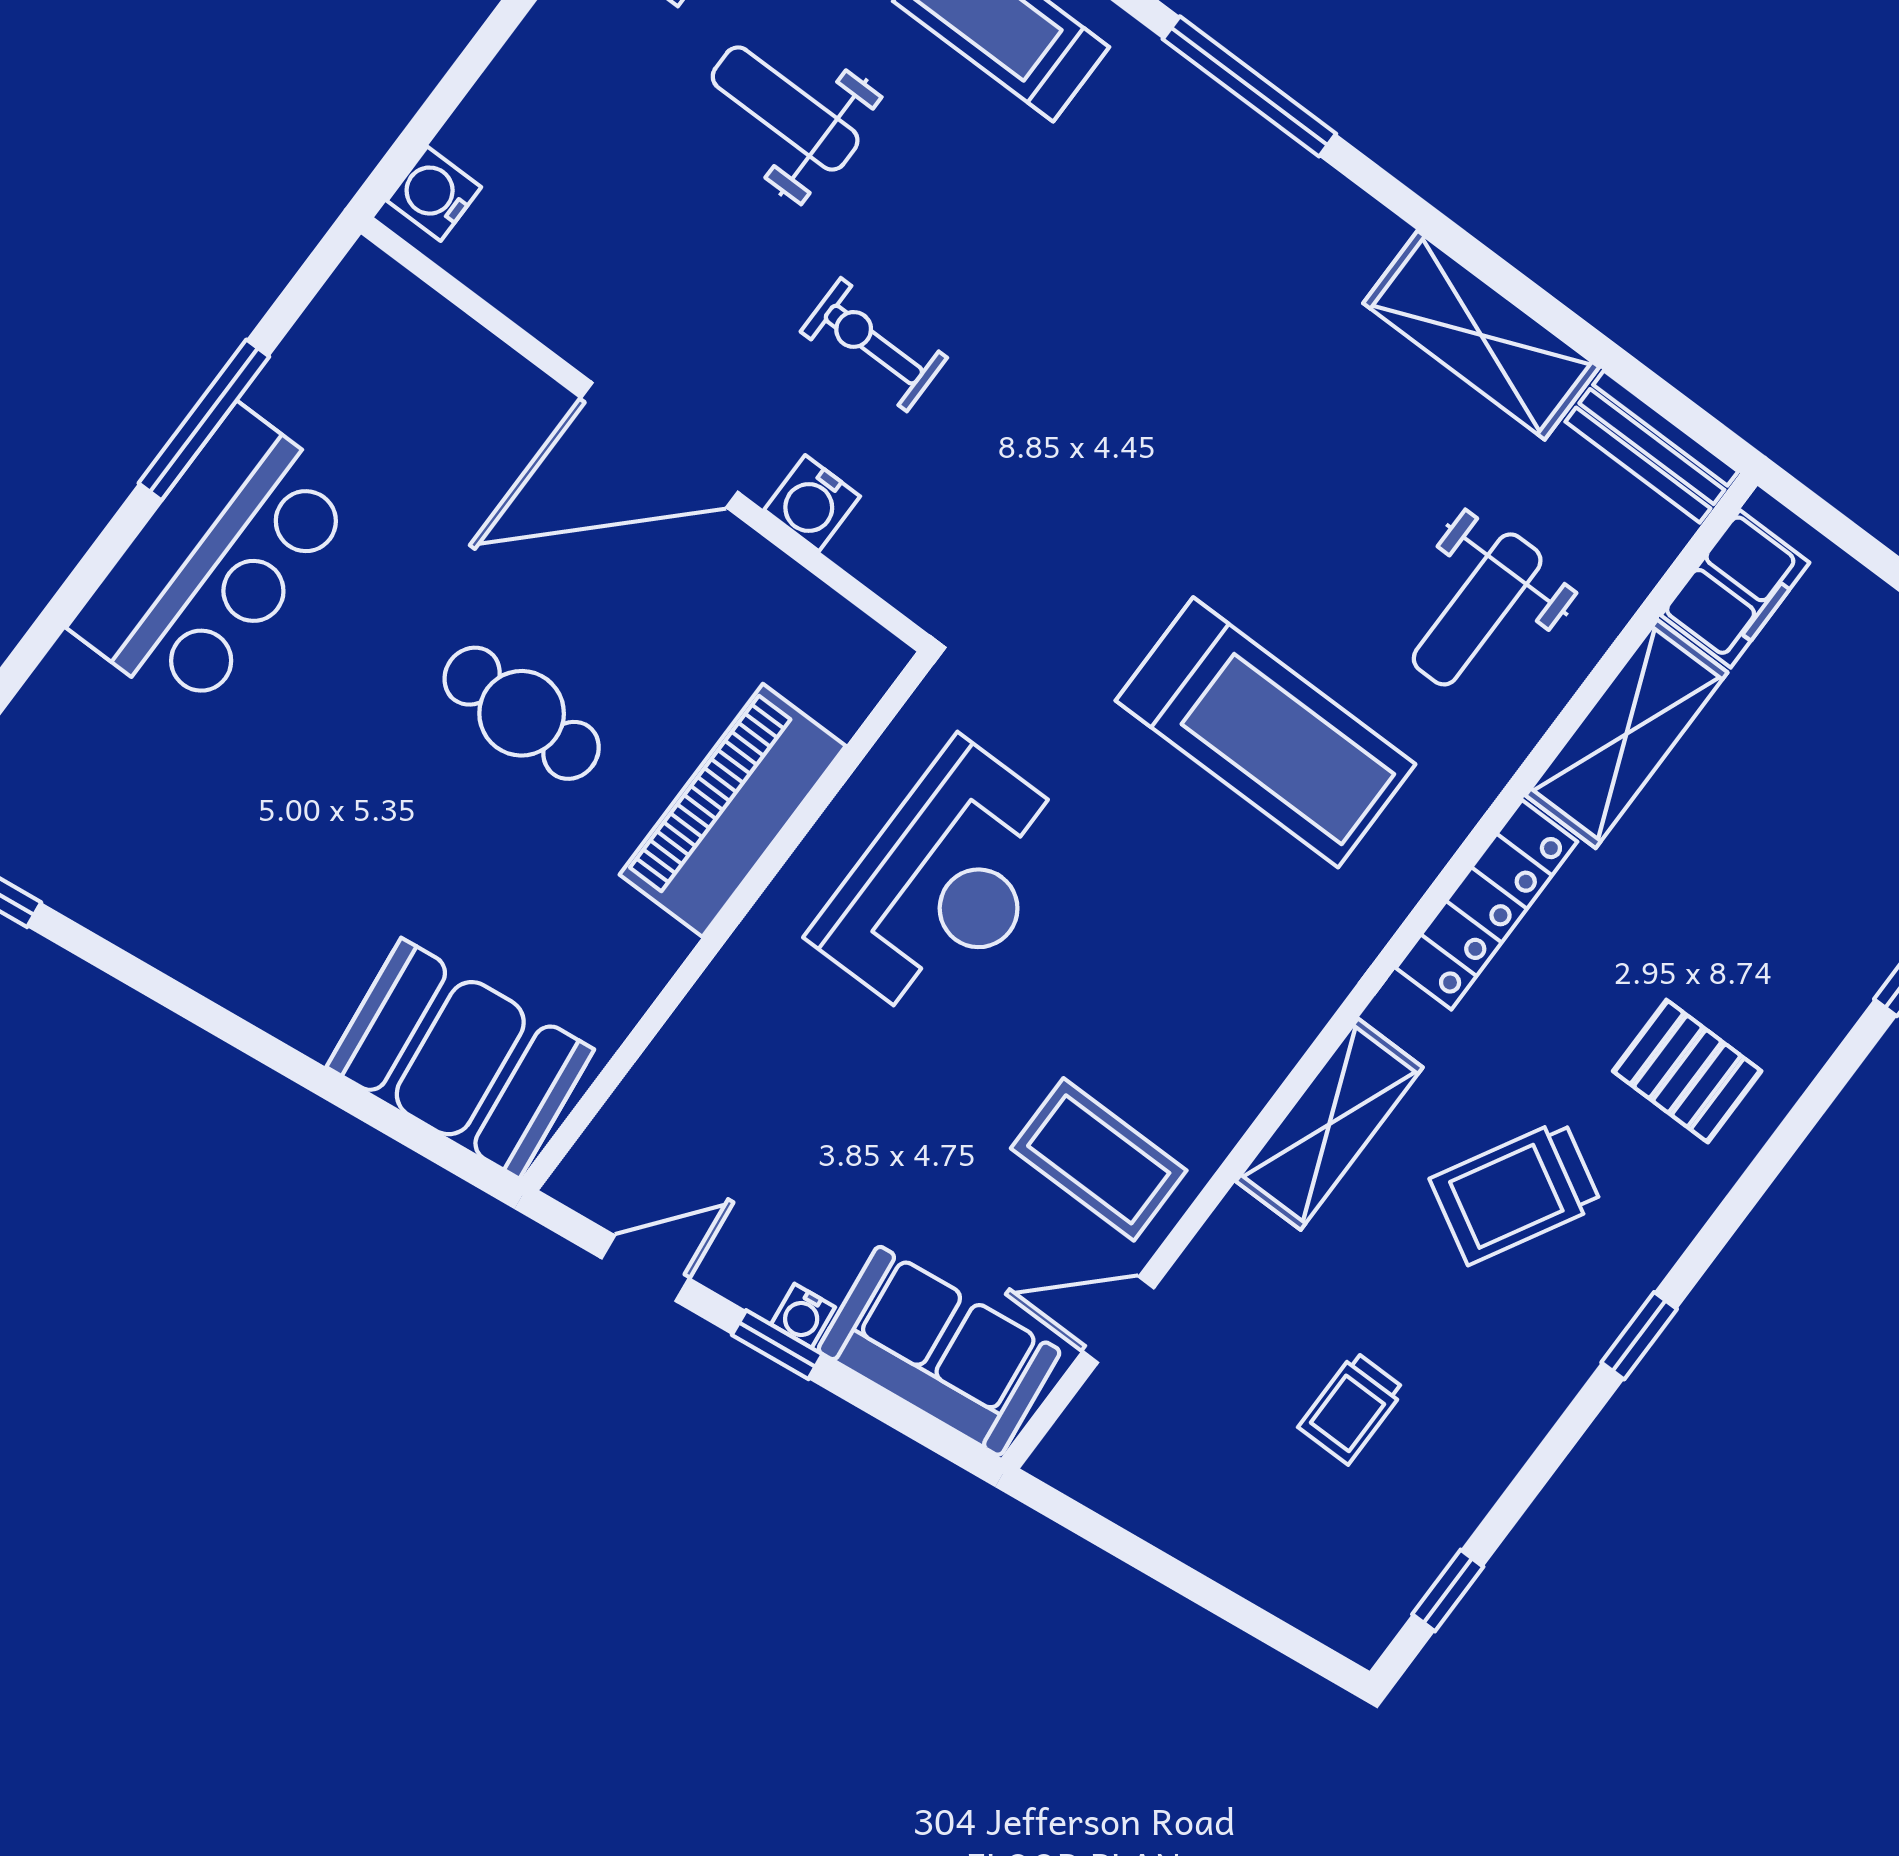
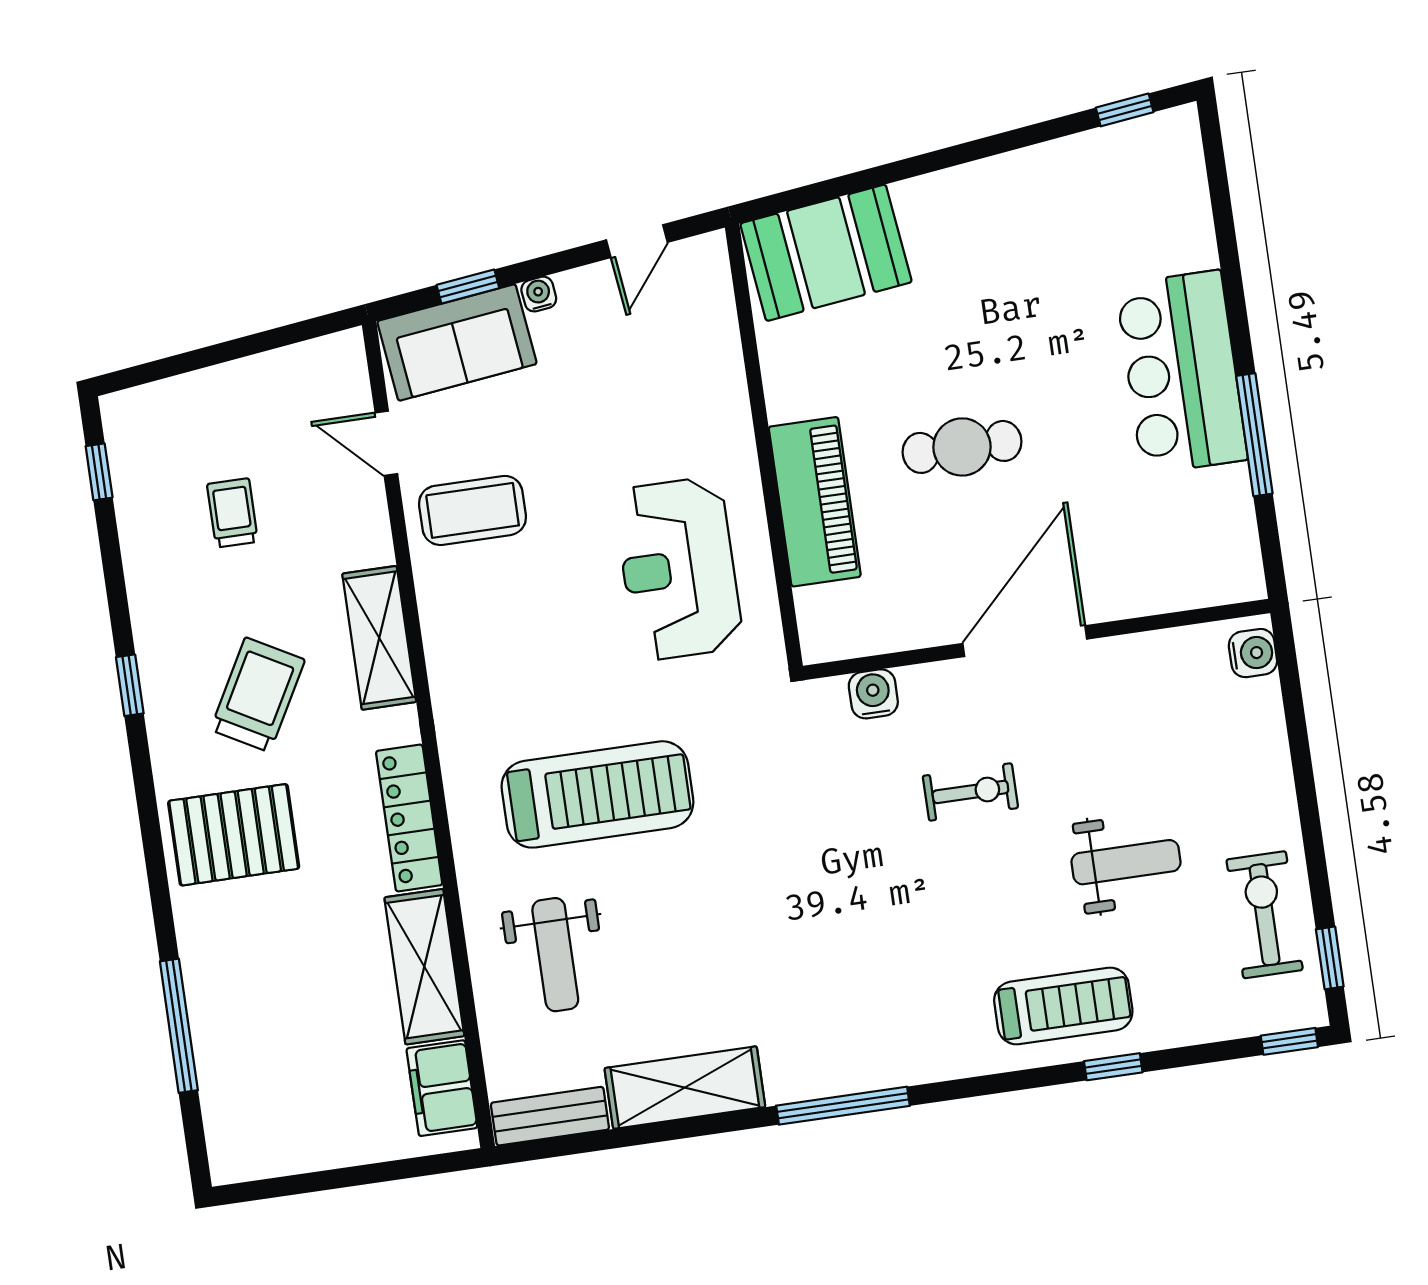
window: (1249, 86) -> (843, 1106), moved
water cooler: (812, 503) -> (873, 694), moved
weight bench: (1477, 609) -> (555, 955), turned 180
treadmill: (1266, 732) -> (597, 794), turned 180
pallet: (1687, 1071) -> (234, 835), width x1.50, depth x1.42
door: (1118, 1320) -> (386, 443), swing flipped
window: (777, 1345) -> (468, 287), moved

